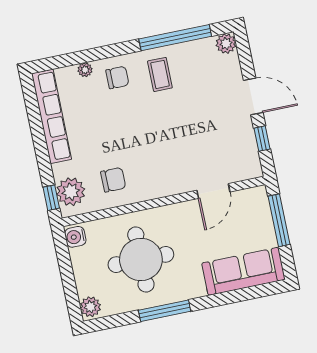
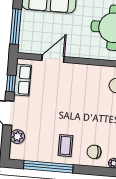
plant: (226, 44) -> (17, 137), moved
row of seats: (247, 148) -> (23, 80), added

